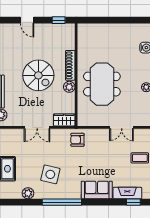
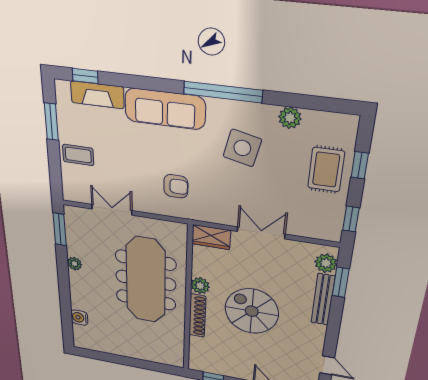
meeting table: (102, 84) -> (146, 280), width x1.36
armchair: (77, 140) -> (176, 186), moved
sofa: (97, 190) -> (165, 109), width x1.36

